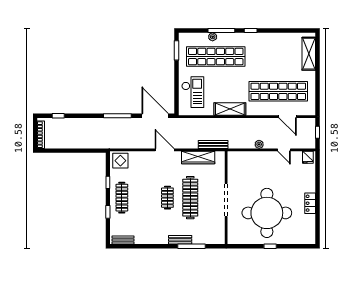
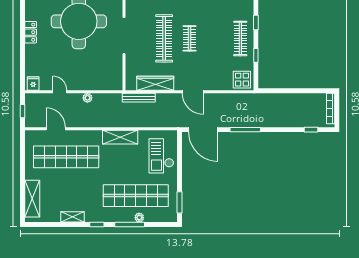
shelving: (273, 37) -> (72, 217), added

